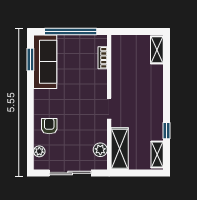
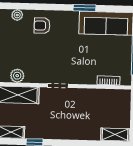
window: (30, 60) -> (85, 8), moved
armchair: (49, 126) -> (42, 26), turned 180

